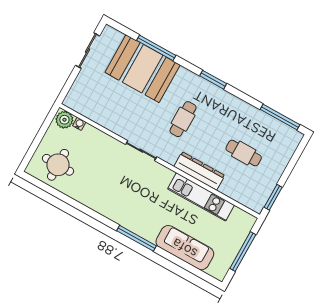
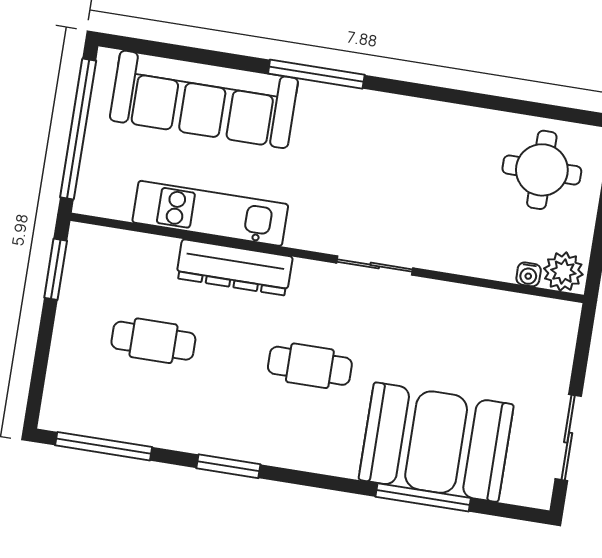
window: (213, 80) -> (228, 466), moved
cafe table: (183, 119) -> (310, 366), turned 90
sofa: (185, 248) -> (204, 99), width x1.36, depth x1.27
window: (243, 252) -> (78, 129), width x1.46

